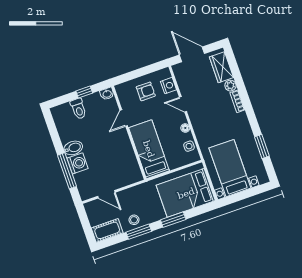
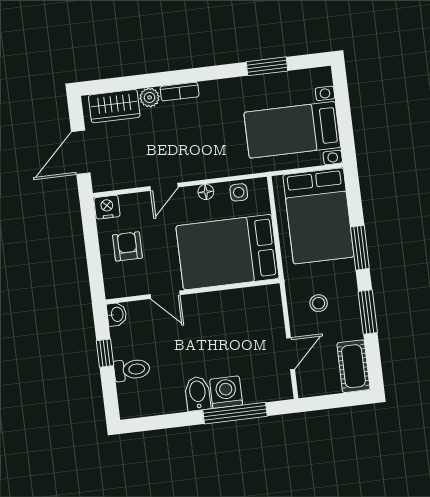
nightstand: (168, 86) -> (107, 207), moved
bed: (149, 149) -> (228, 252), width x1.50
stool: (134, 220) -> (319, 303), moved

